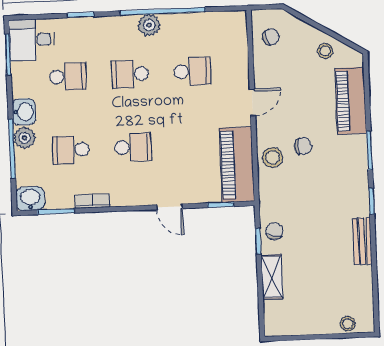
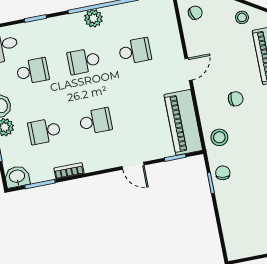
stool: (273, 157) -> (219, 137), moved
shelving: (272, 277) -> (227, 211), removed

